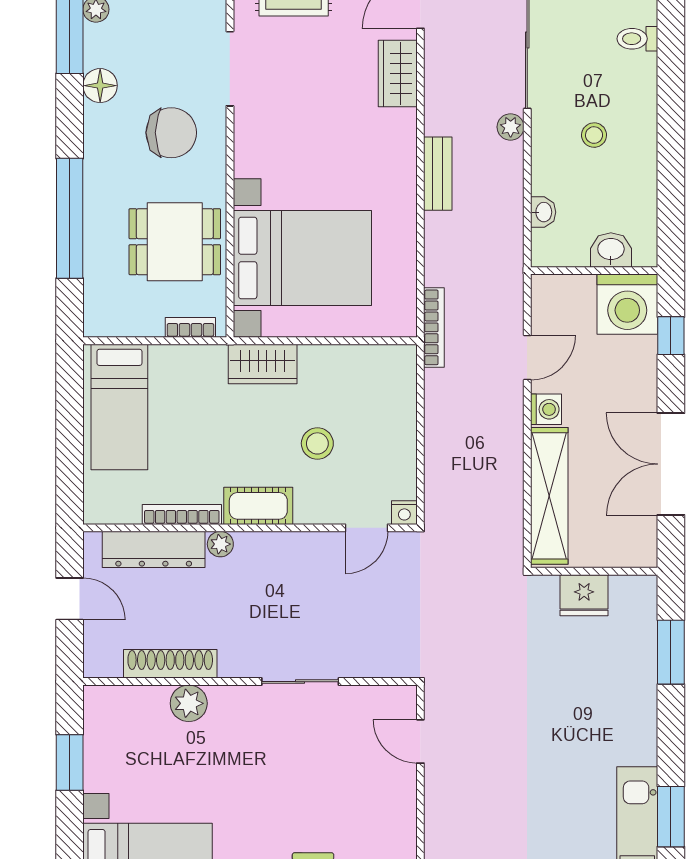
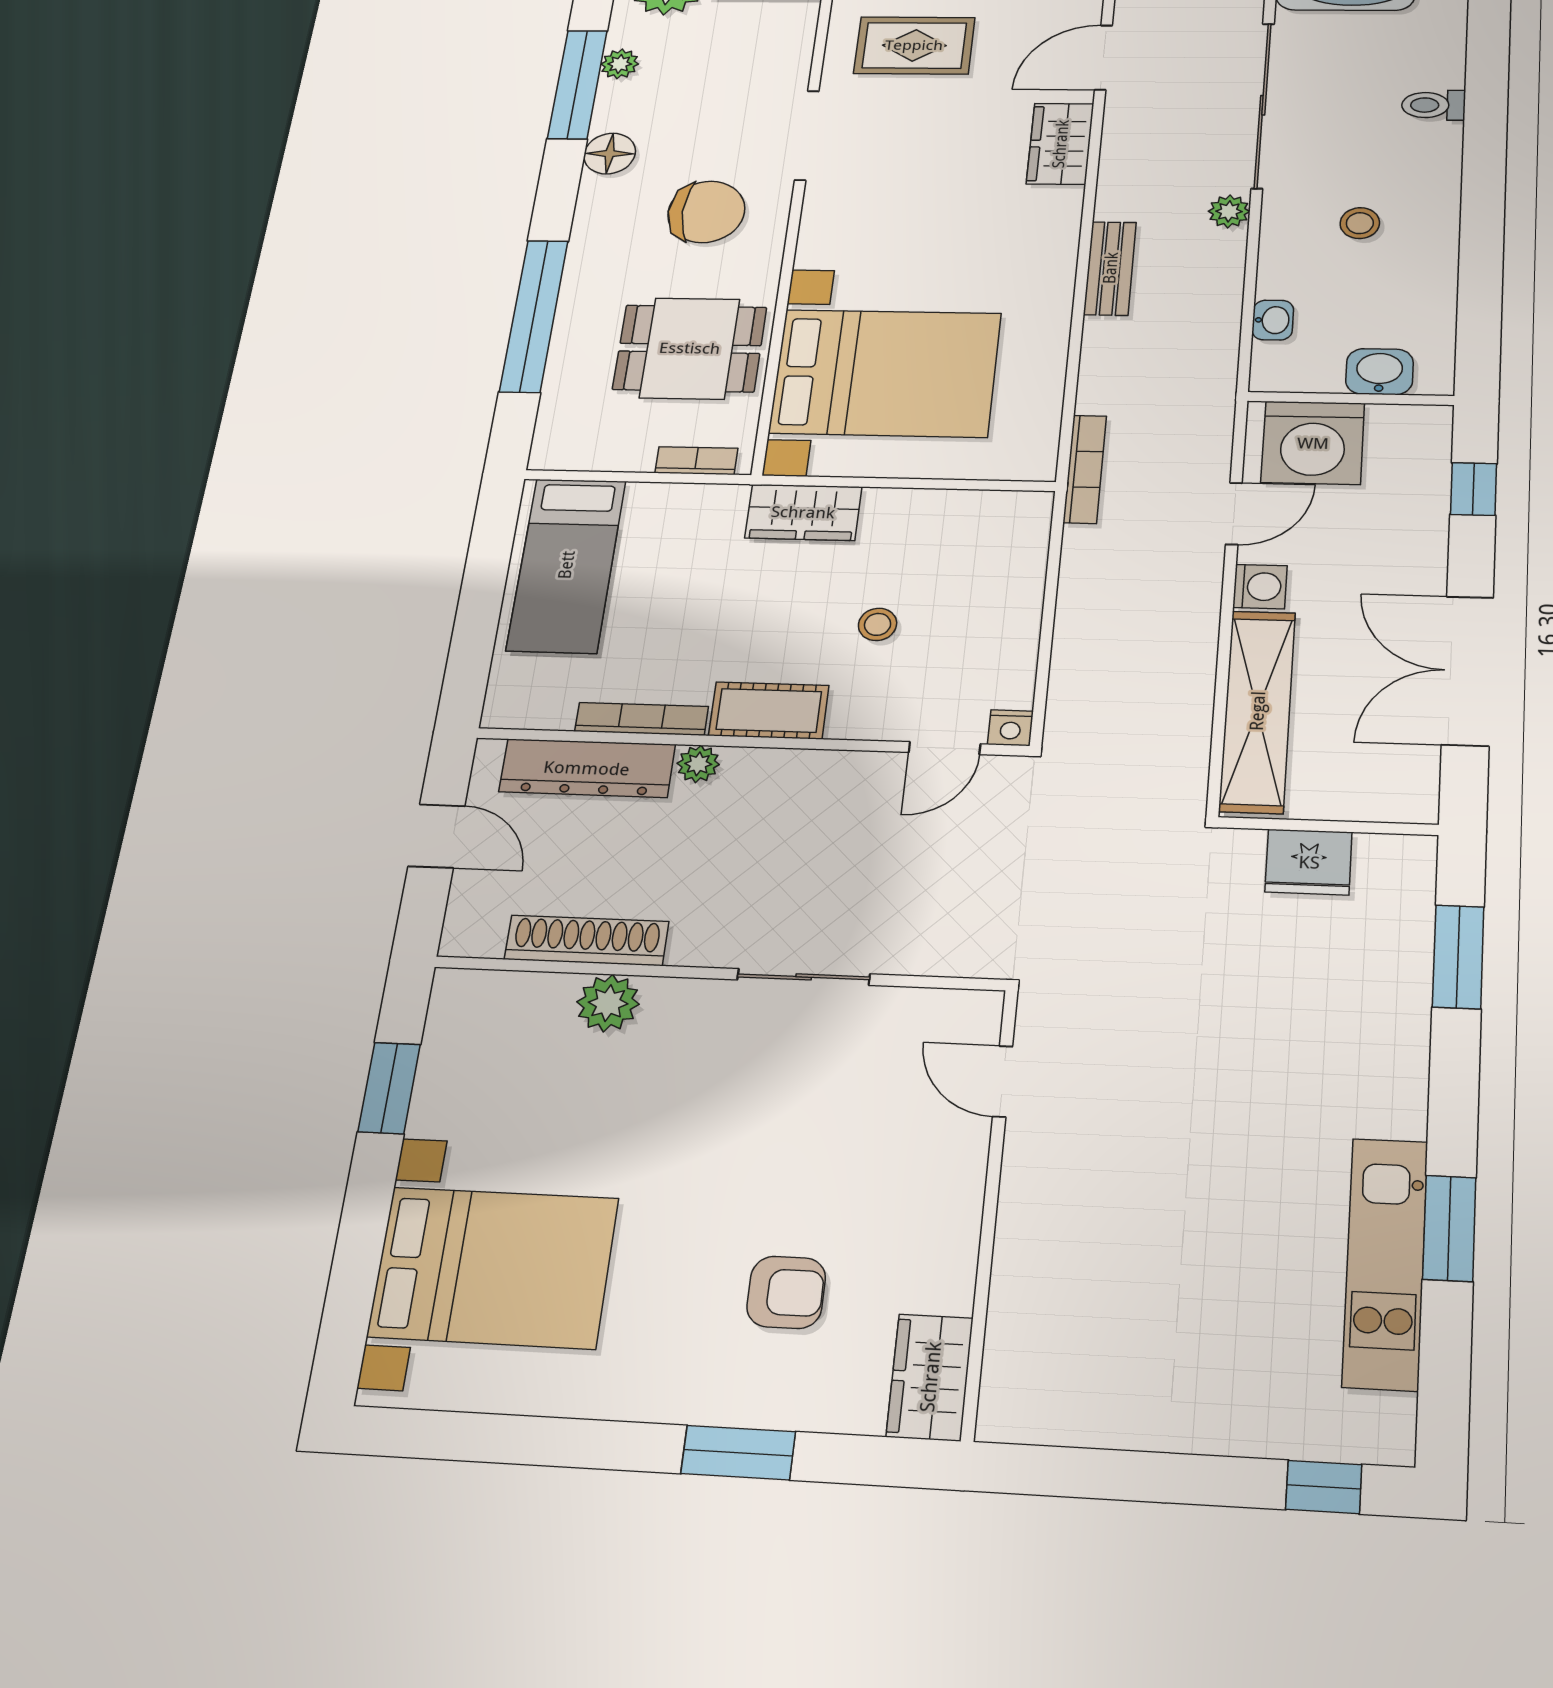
washing machine: (627, 304) -> (1313, 443), moved
stool: (317, 443) -> (878, 624), width x0.73, depth x0.73

